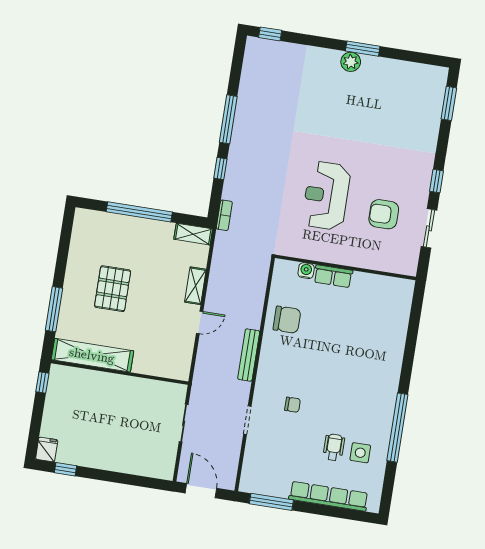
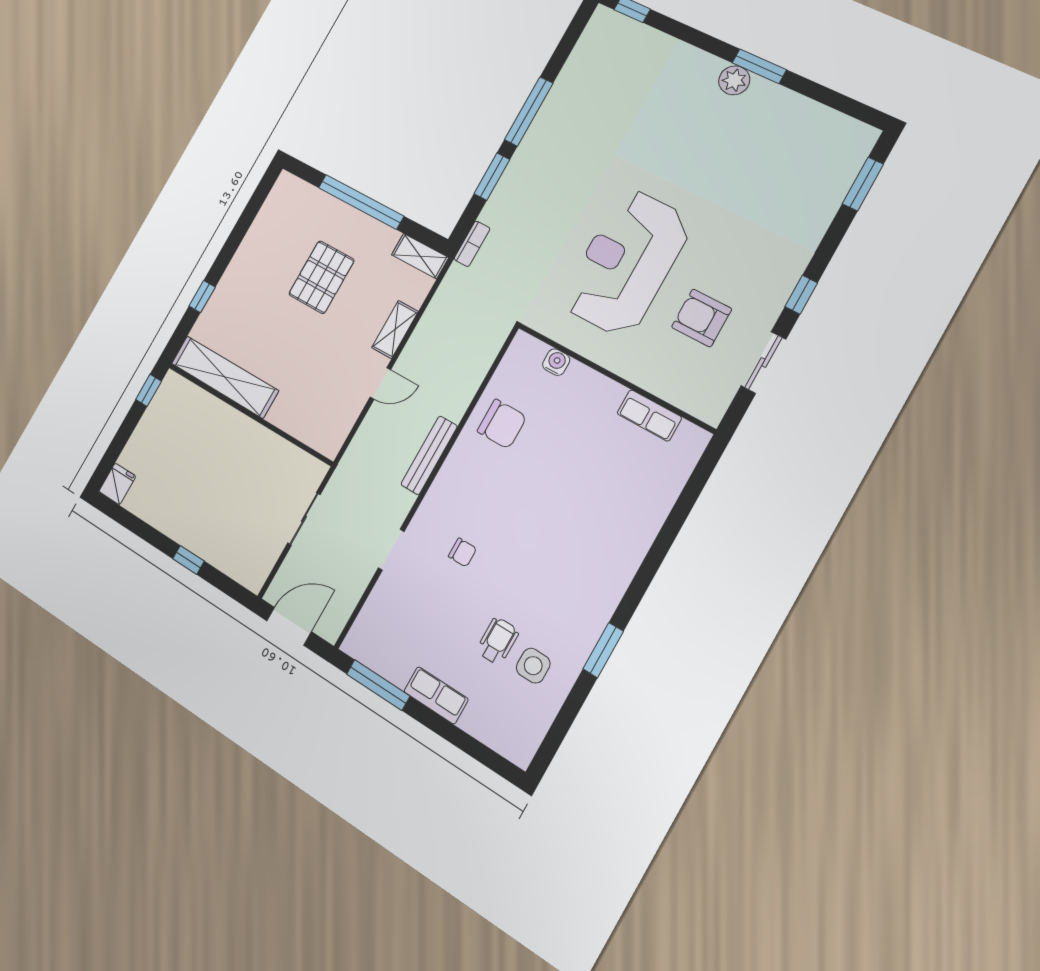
window: (220, 168) -> (492, 177), width x1.50
reception desk: (326, 196) -> (626, 263), width x1.36, depth x1.30
row of seats: (333, 276) -> (649, 415), moved
pallet: (113, 289) -> (321, 277), moved
window: (54, 309) -> (202, 297), width x0.46
window: (397, 428) -> (603, 650), width x0.47
window: (65, 469) -> (189, 560), moved
door: (201, 491) -> (289, 626), hinge flipped
row of seats: (329, 496) -> (436, 695), width x0.50

